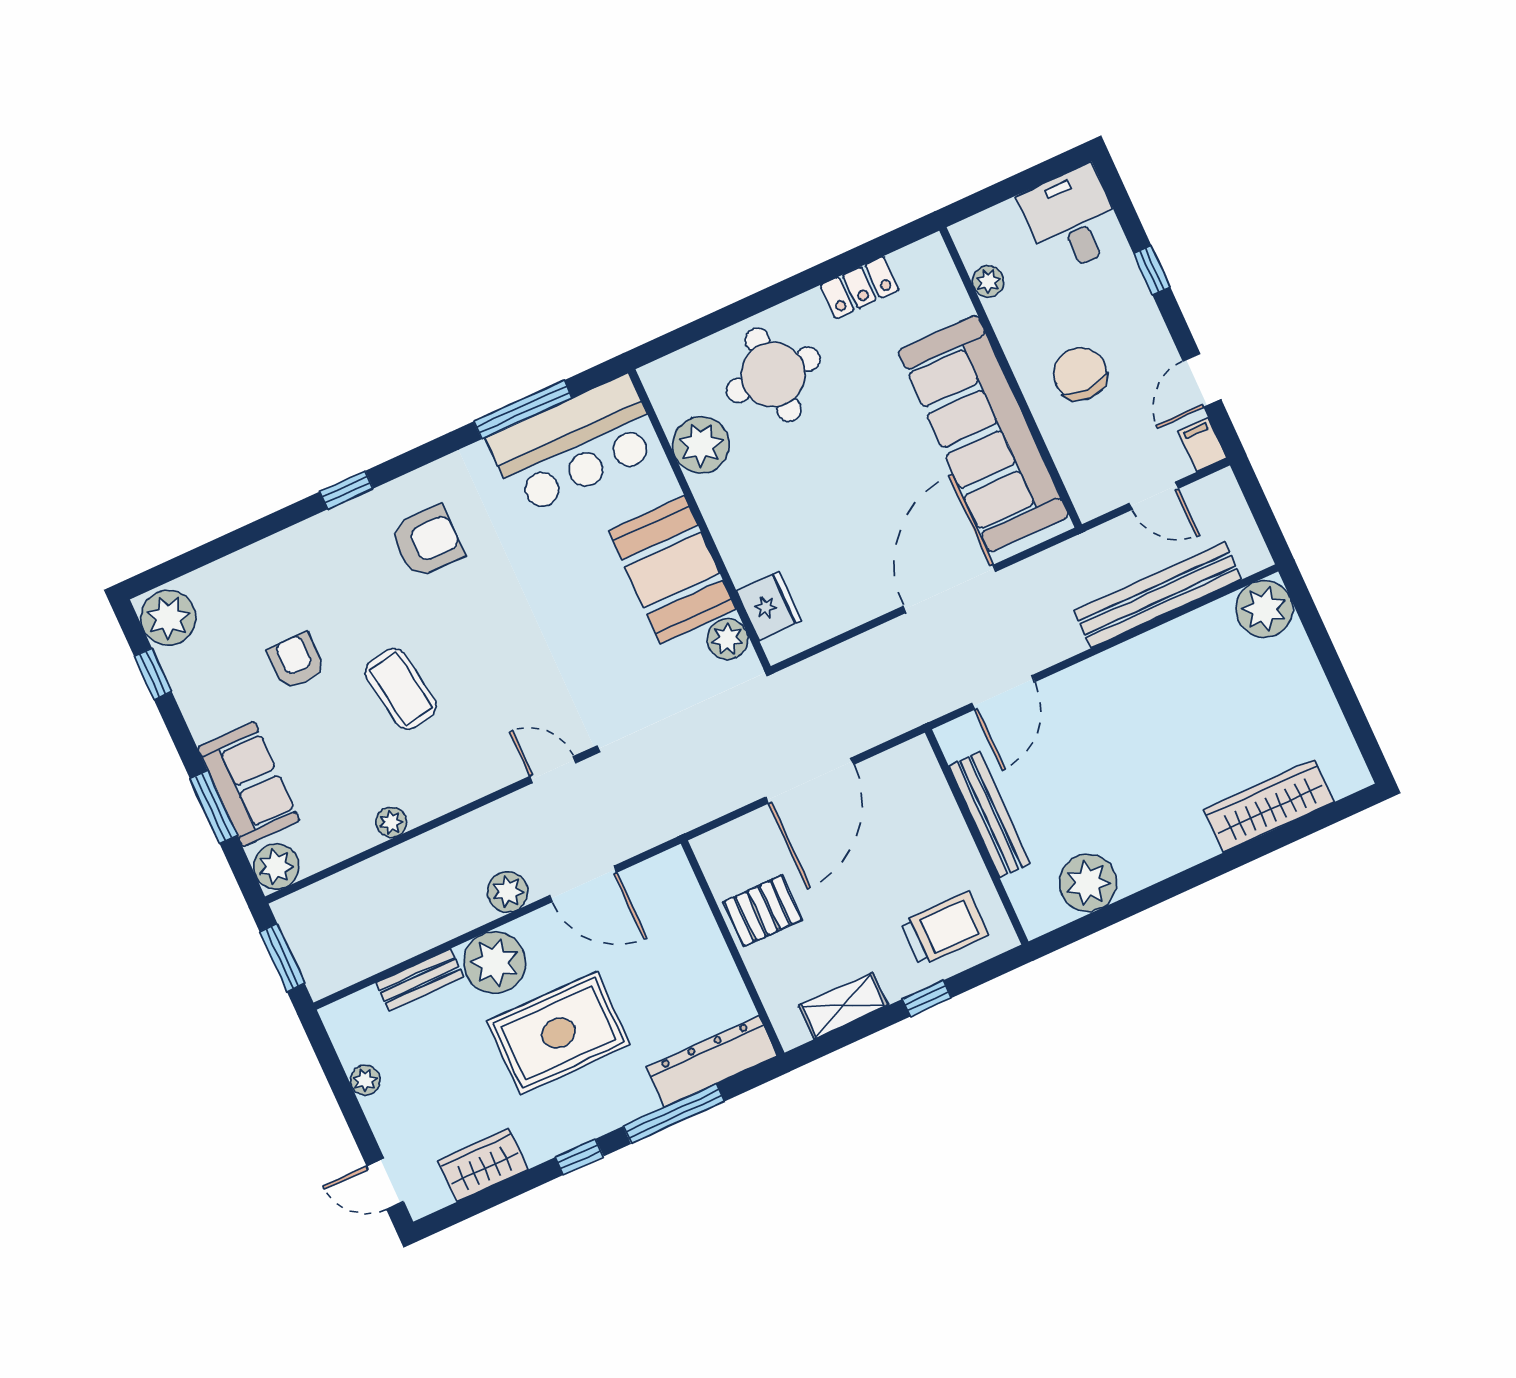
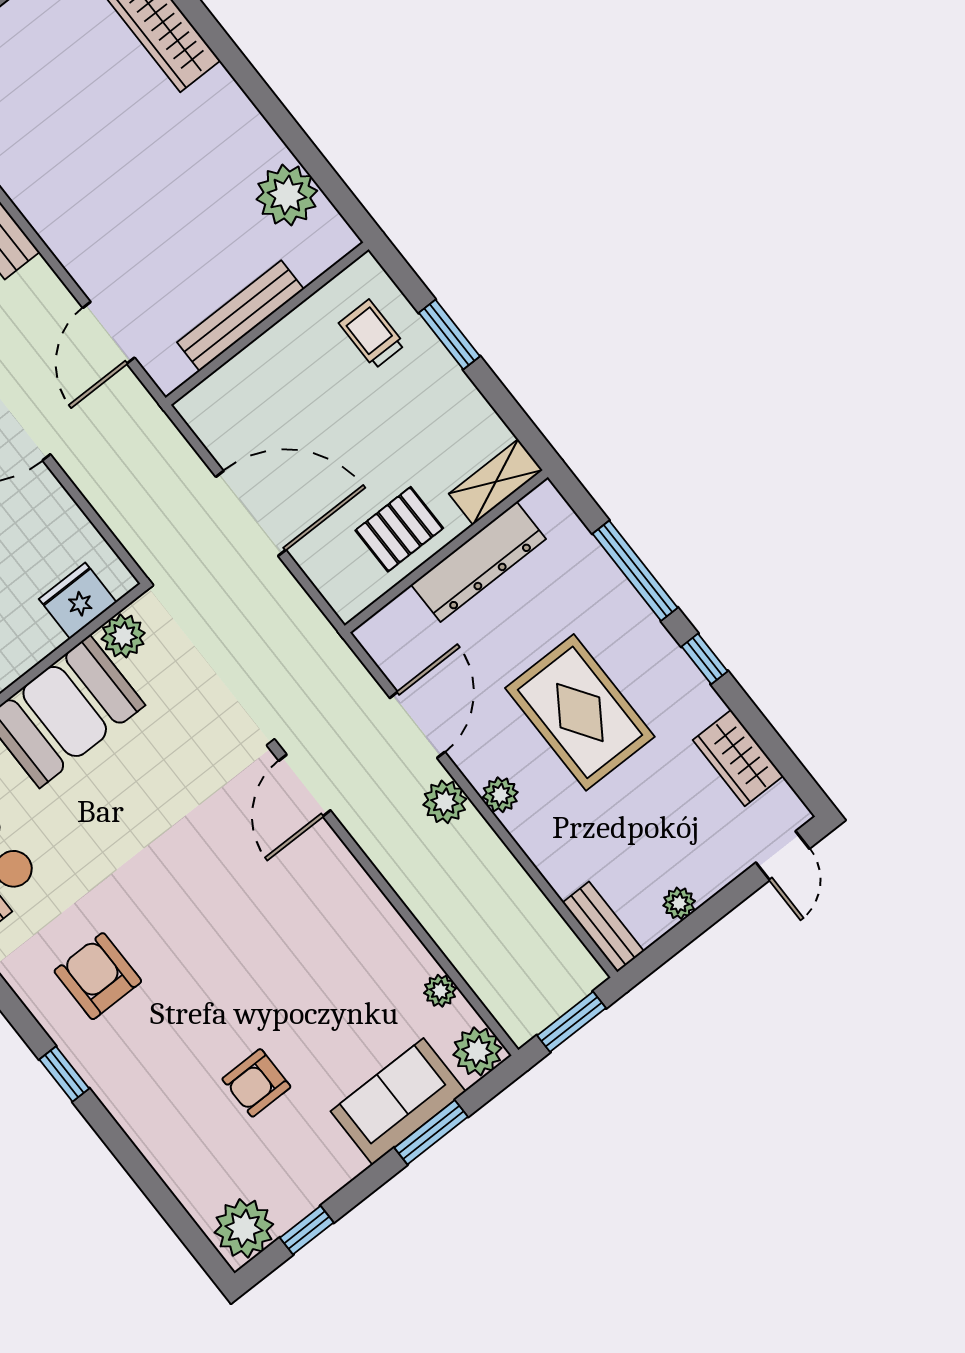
coffee table: (401, 689) -> (259, 966), removed
door: (1003, 692) -> (109, 333), swing flipped
door: (553, 770) -> (305, 786), width x1.37
plant: (391, 822) -> (440, 991), moved
pallet: (763, 911) -> (399, 529), turned 90
trolley: (944, 929) -> (372, 334), width x0.73, depth x0.72
plant: (495, 962) -> (500, 795), width x0.53, depth x0.53
bench: (420, 980) -> (603, 927), moved
window: (927, 998) -> (449, 335), width x1.50
shelving: (843, 1006) -> (496, 482), moved, turned 90
dresser: (712, 1061) -> (478, 562), moved, turned -90

